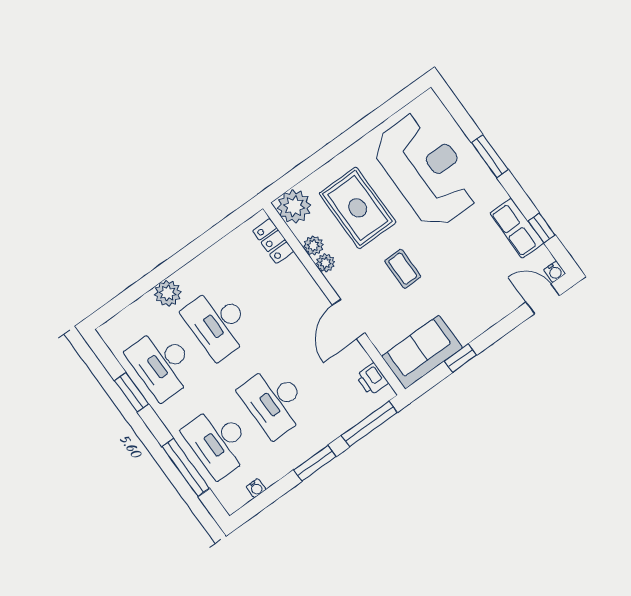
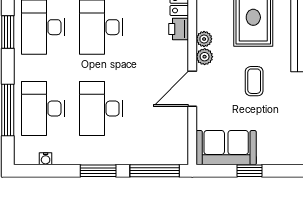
plant: (313, 246) -> (205, 57), moved
printer: (372, 379) -> (179, 29), moved

